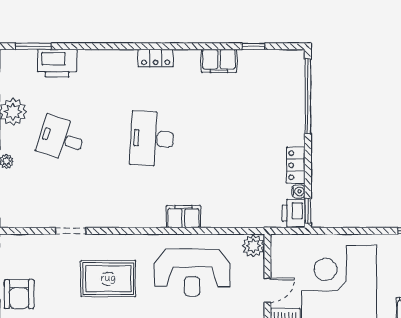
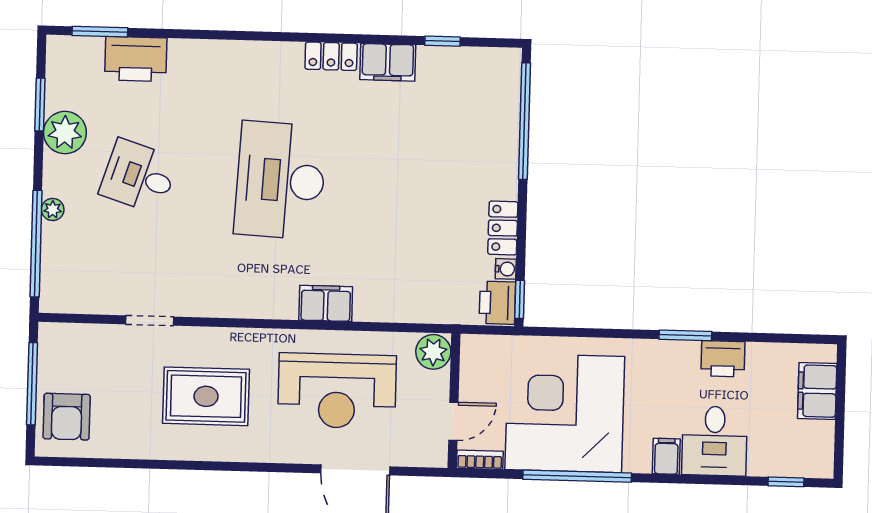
locker: (156, 58) -> (331, 56), moved
desk: (152, 139) -> (280, 180), width x1.36, depth x1.30

